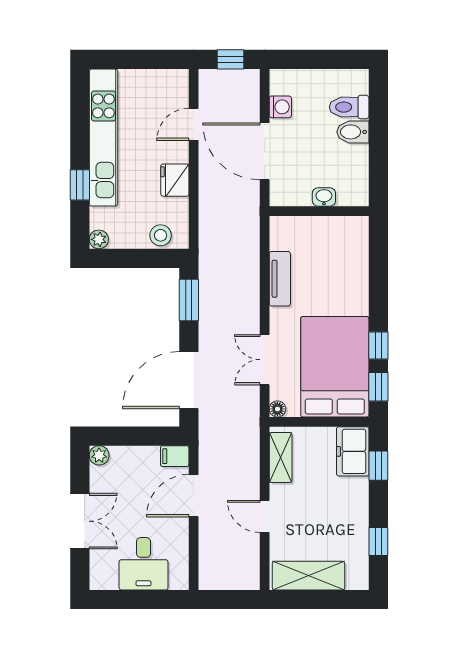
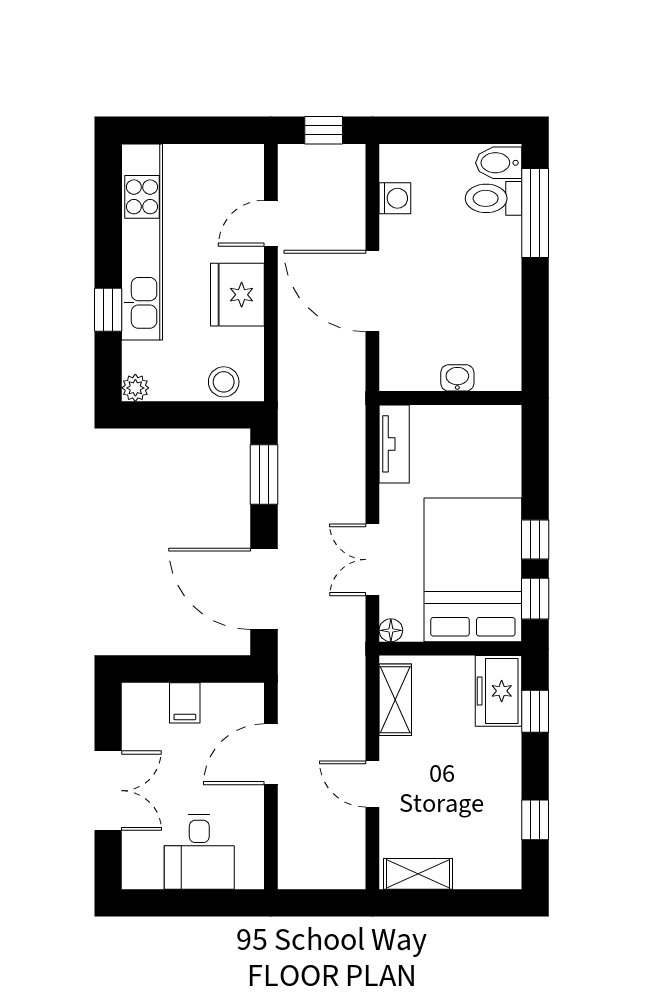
window: (378, 117) -> (535, 213), added
bidet: (353, 132) -> (499, 163), moved
door: (265, 151) -> (372, 291), moved
fridge: (175, 180) -> (237, 295), width x1.36, depth x1.34
washbasin: (324, 197) -> (457, 378), moved
wall: (319, 211) -> (450, 398), moved
door: (189, 380) -> (264, 589), hinge flipped
plant: (99, 455) -> (136, 697), removed
filing cabinet: (175, 456) -> (185, 703), moved, turned -90
shelving: (309, 576) -> (418, 874), width x0.67, depth x0.75

